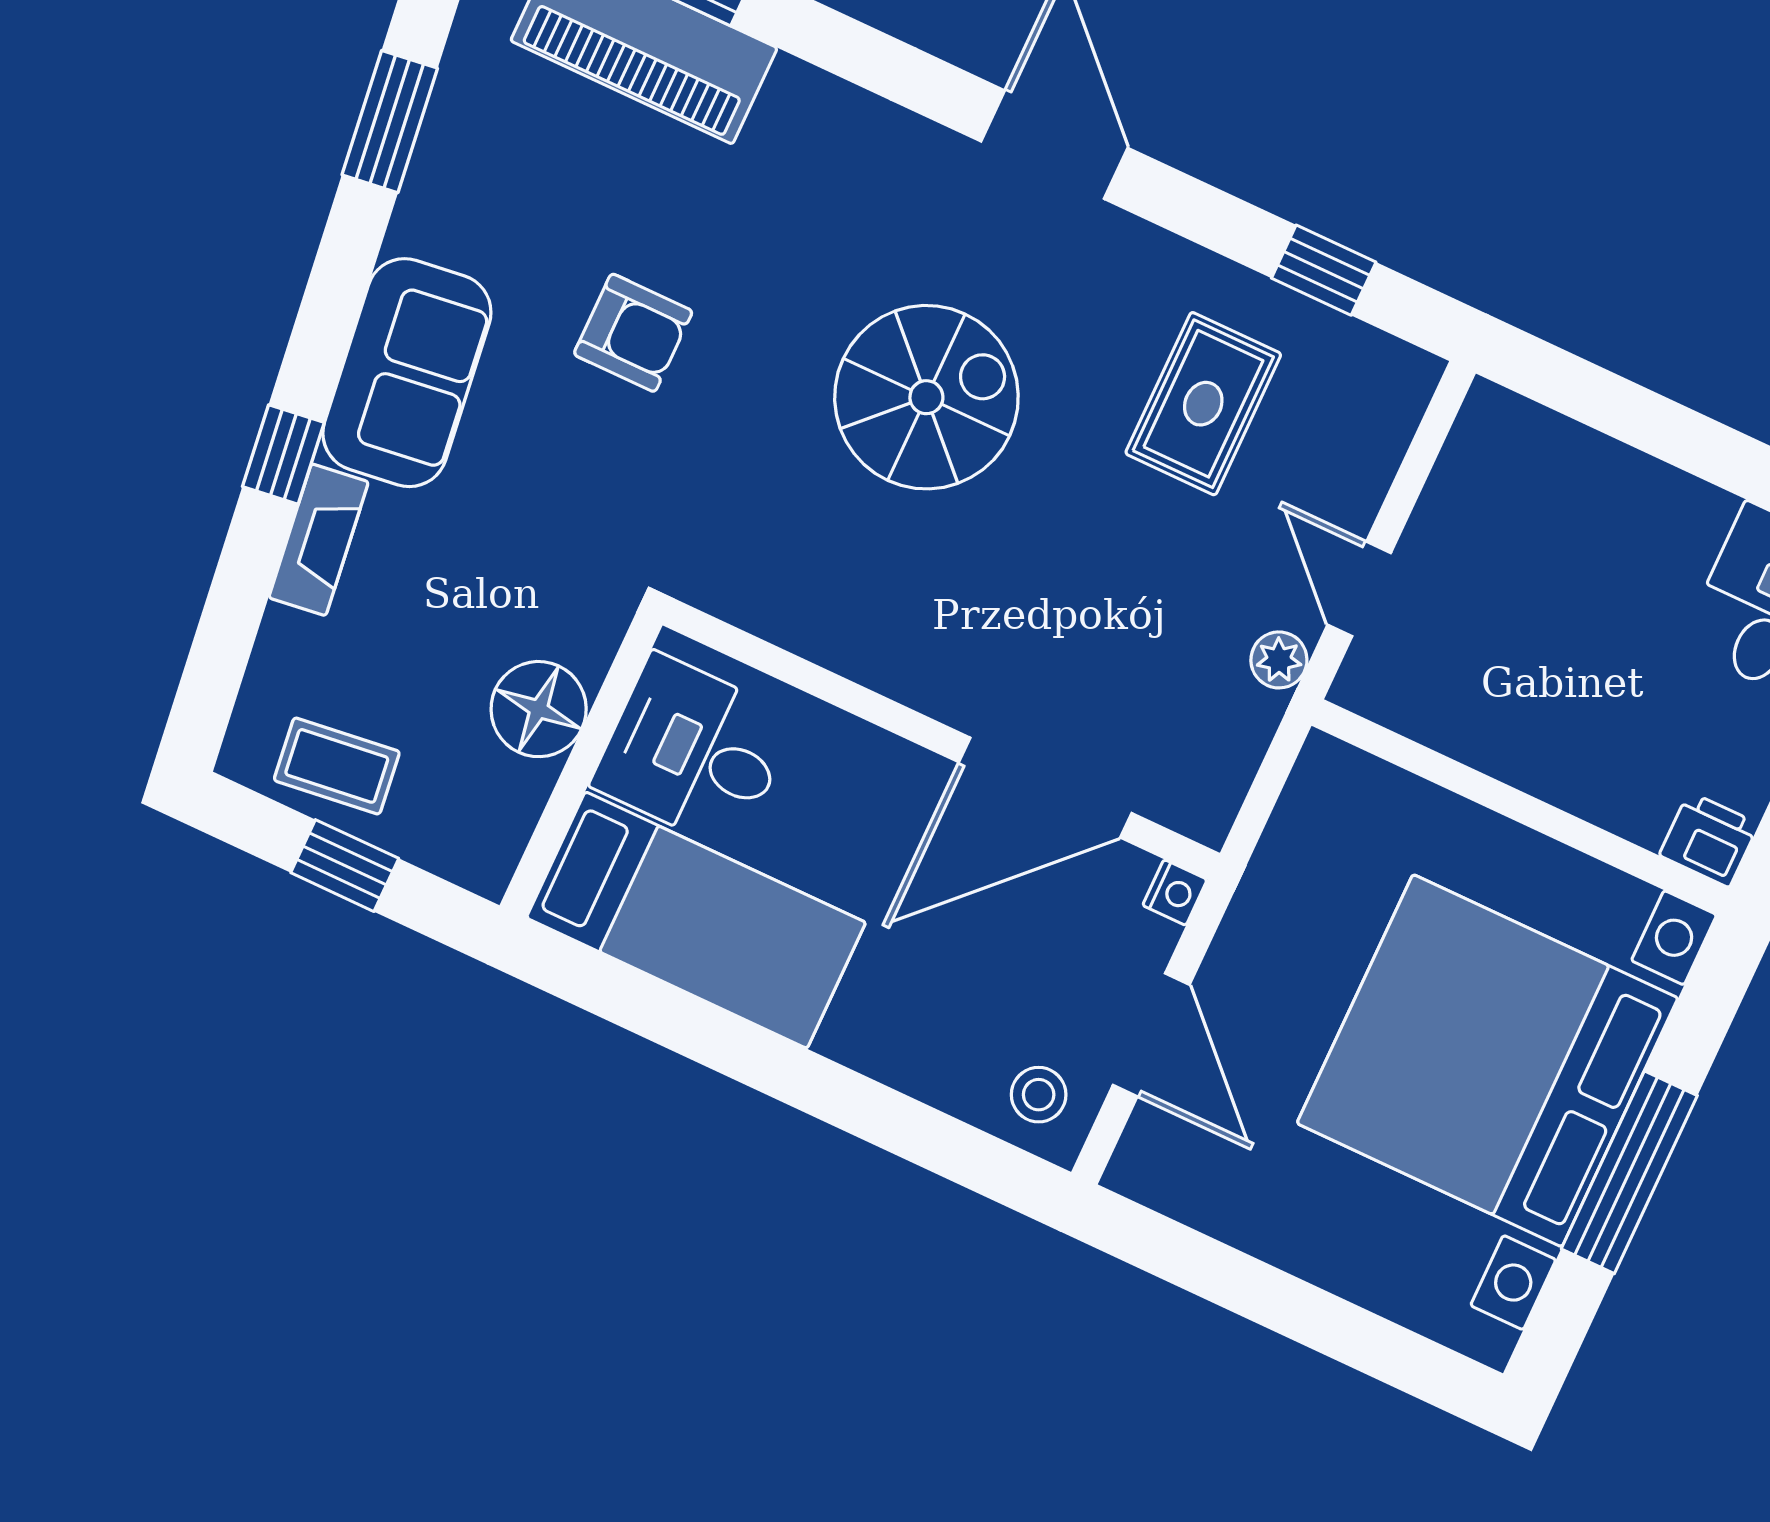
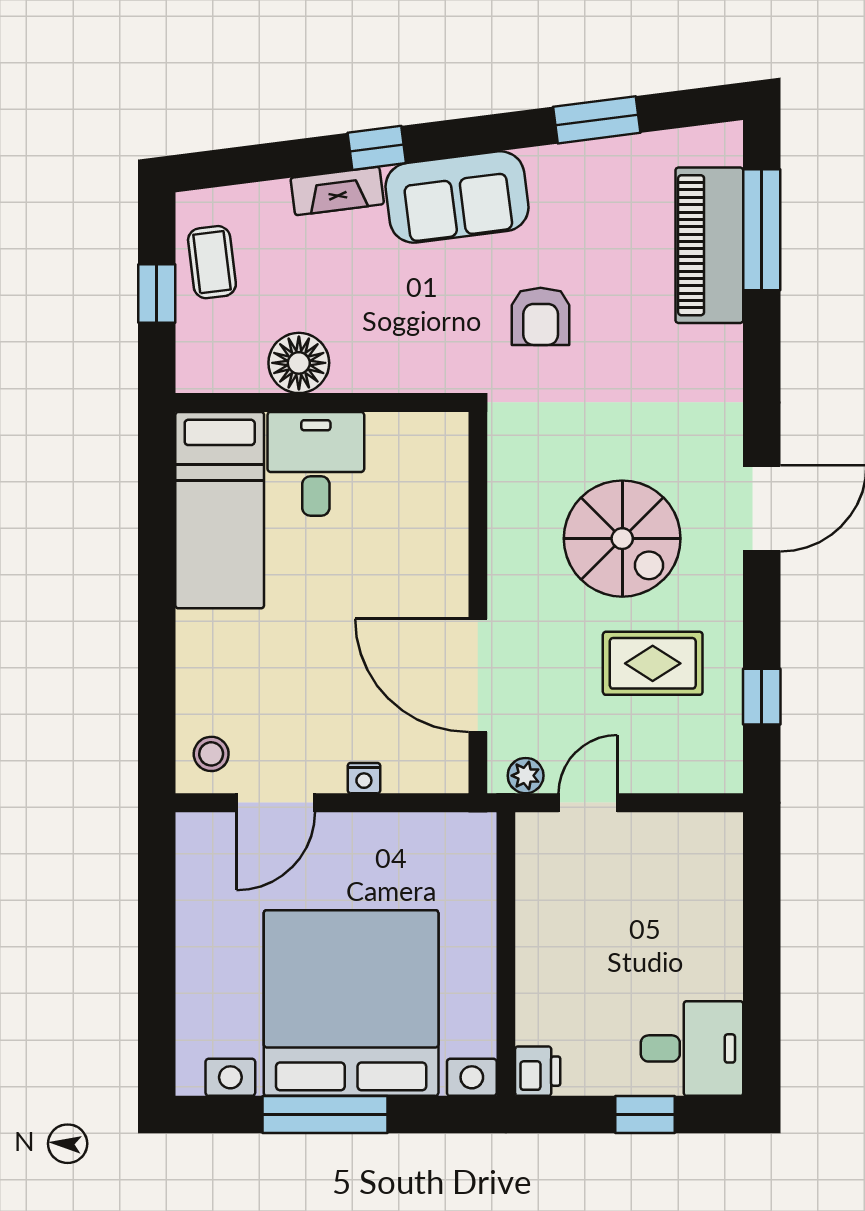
spiral stairs: (926, 397) -> (622, 539), moved
wall: (941, 739) -> (478, 603), moved
door: (1045, 788) -> (478, 675), moved

